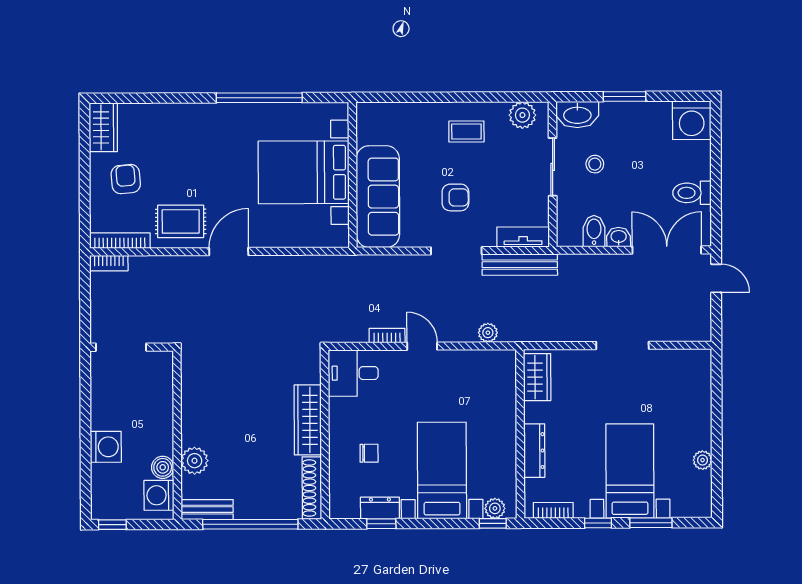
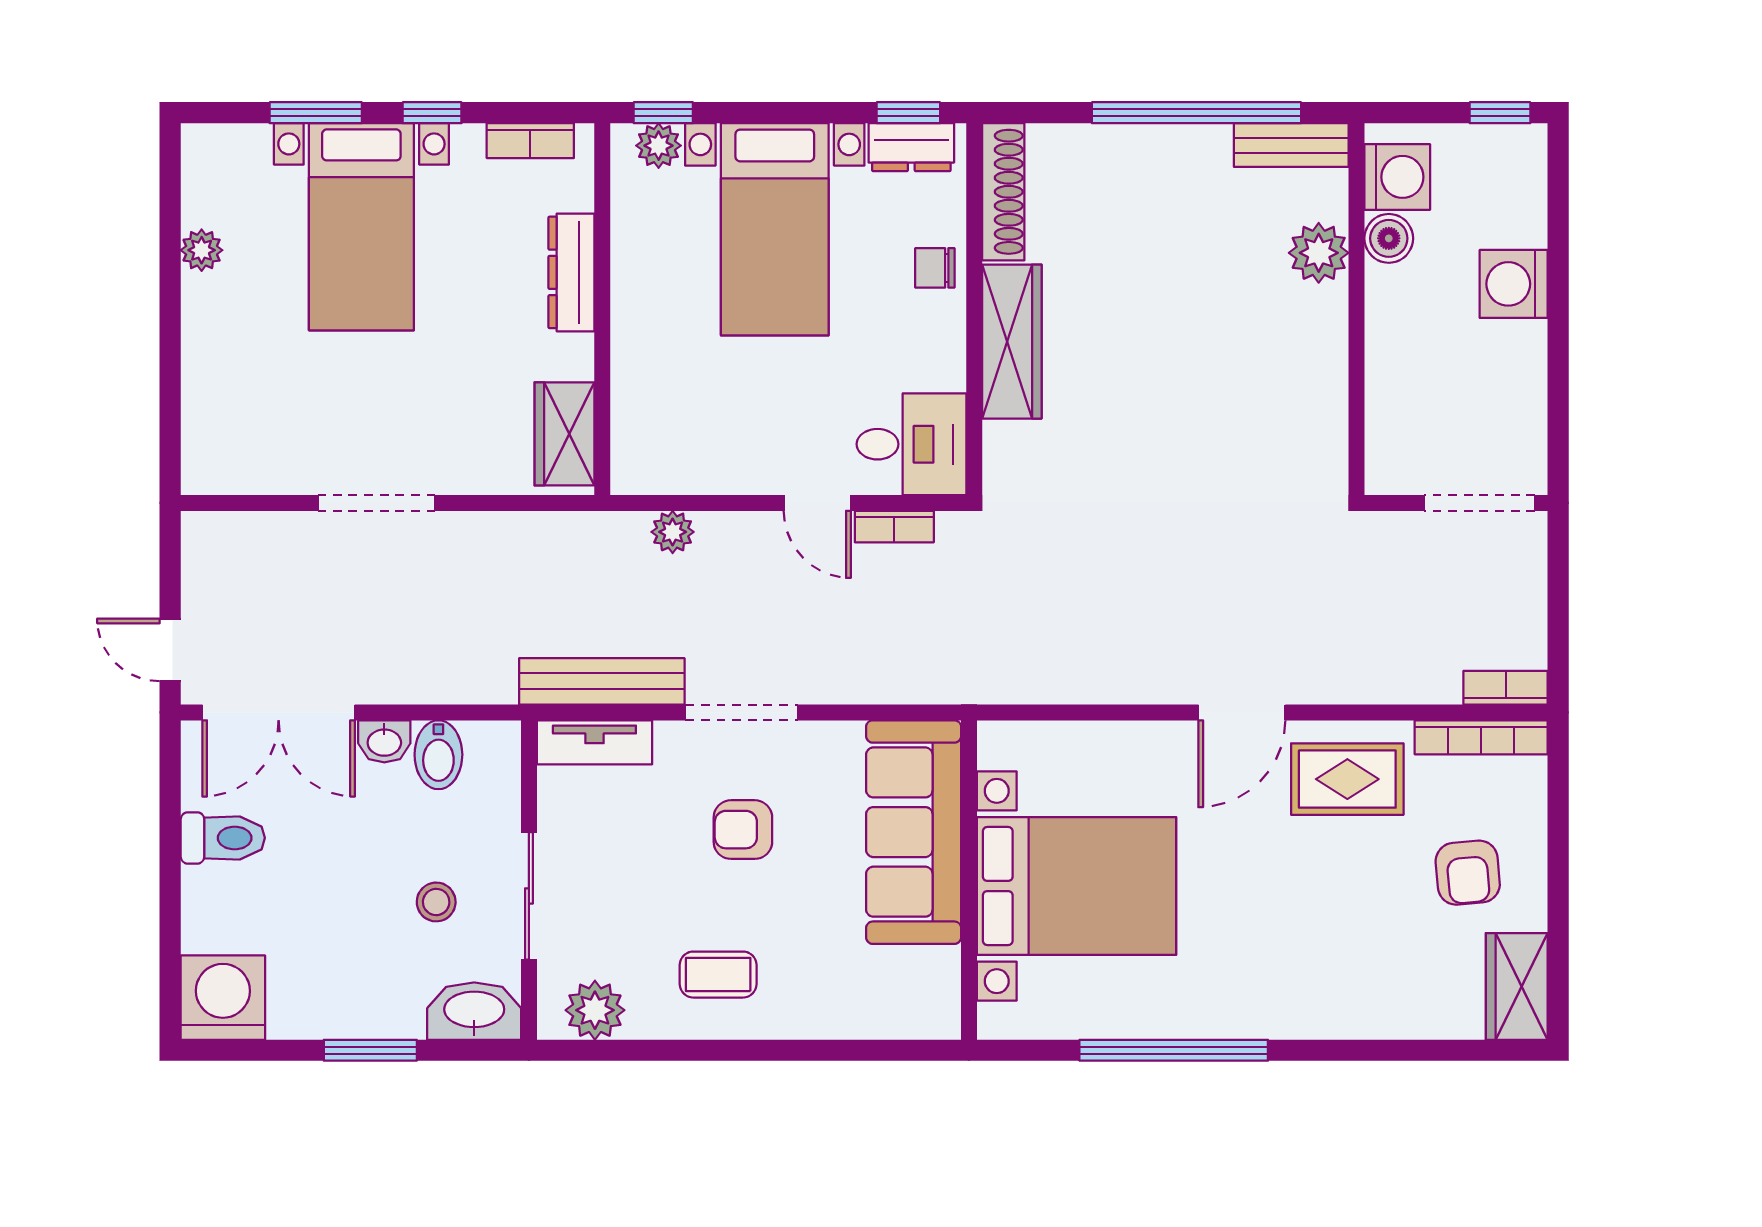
desk: (353, 373) -> (911, 444), moved
wardrobe: (308, 420) -> (1012, 342), moved
wall: (325, 435) -> (974, 309), moved
shoe rack: (312, 488) -> (1003, 192), moved

